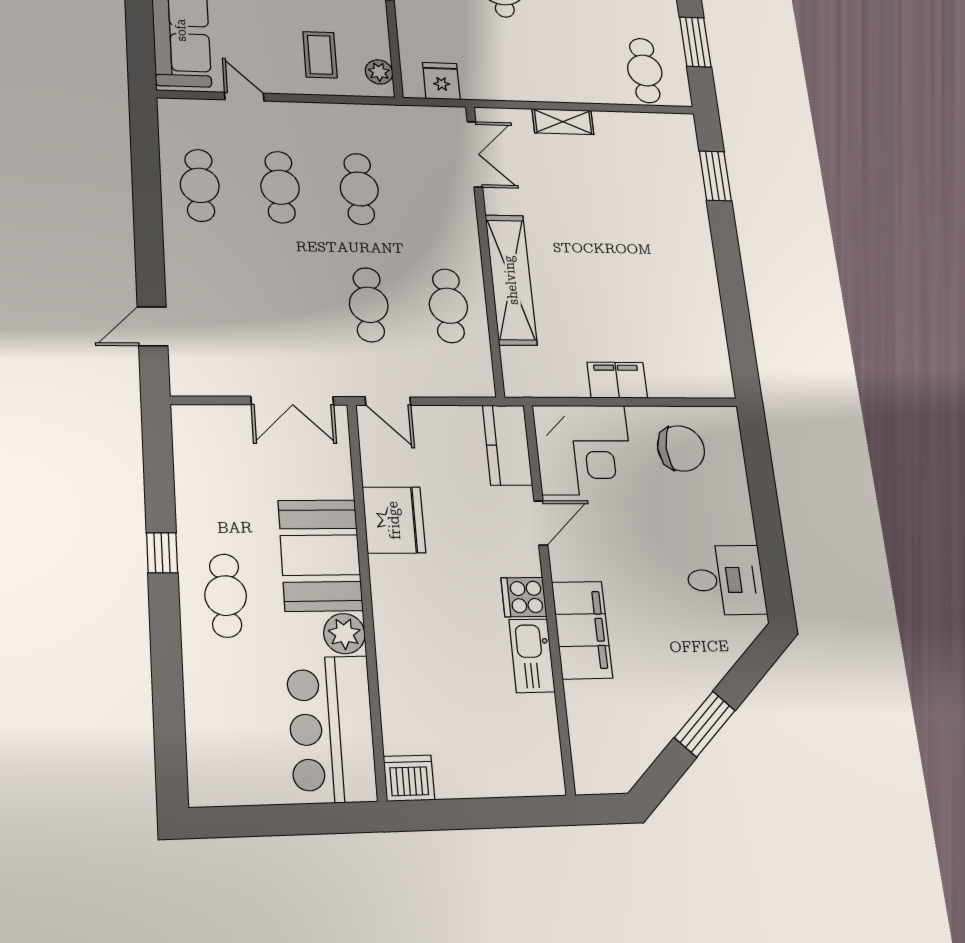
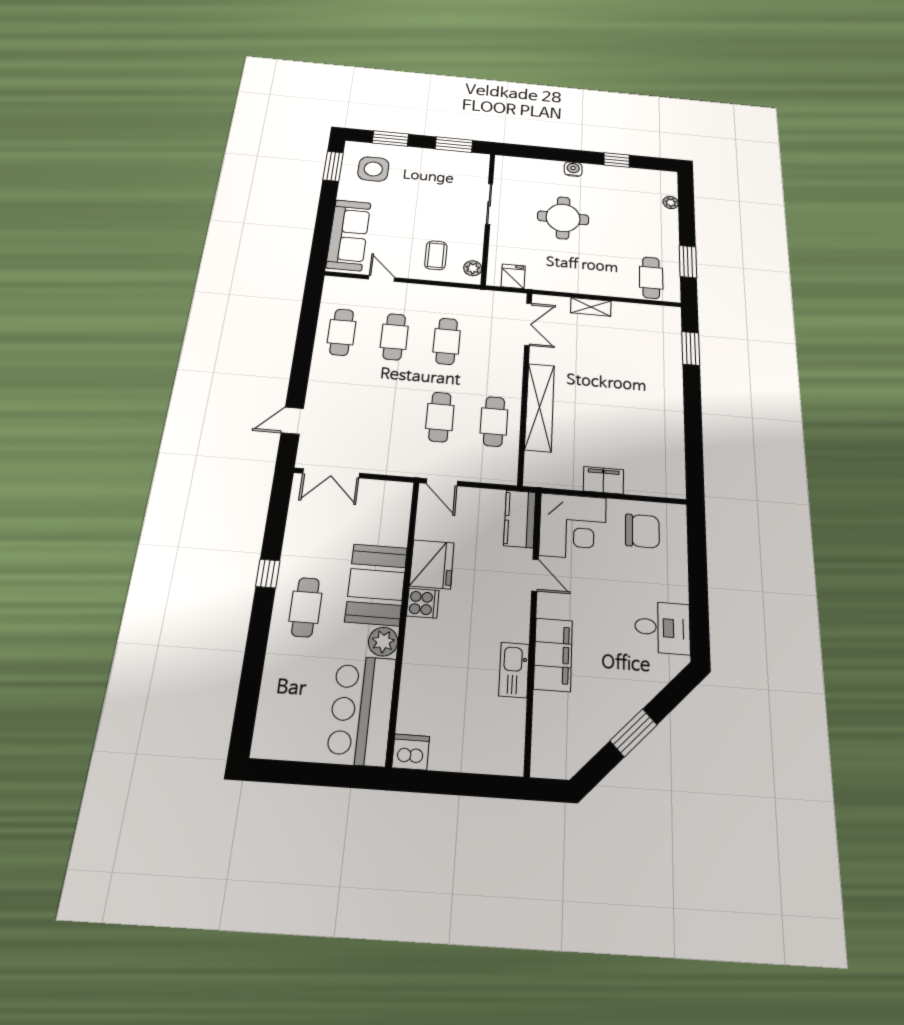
double door: (292, 401) -> (331, 473), moved
door: (541, 523) -> (535, 575), hinge flipped
cooker: (524, 597) -> (423, 603), moved, turned 180

